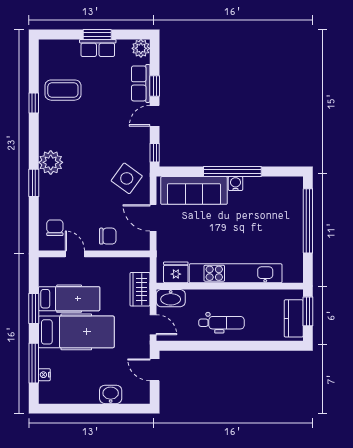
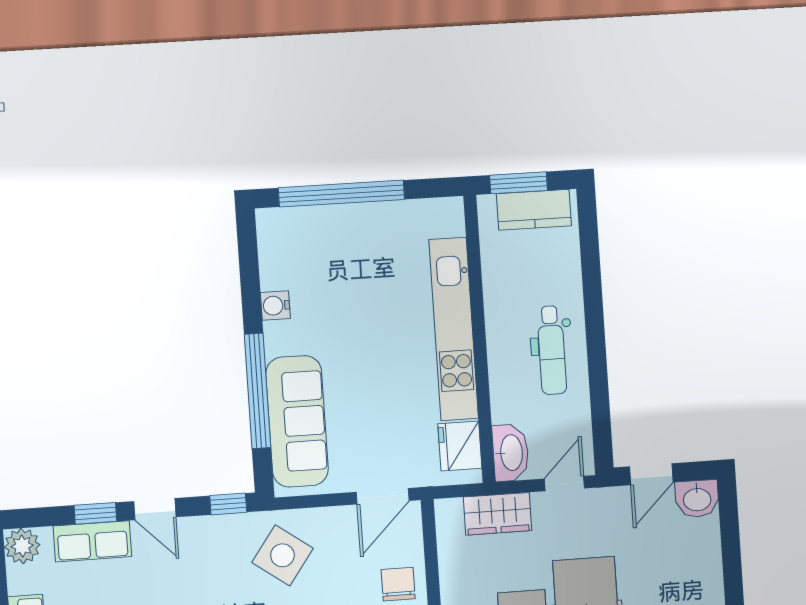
window: (232, 172) -> (258, 391), moved
water cooler: (236, 183) -> (275, 306), moved
door: (153, 218) -> (383, 496), moved
dental chair: (222, 323) -> (552, 350), turned 180
washbasin: (111, 394) -> (697, 499), moved, turned -90

